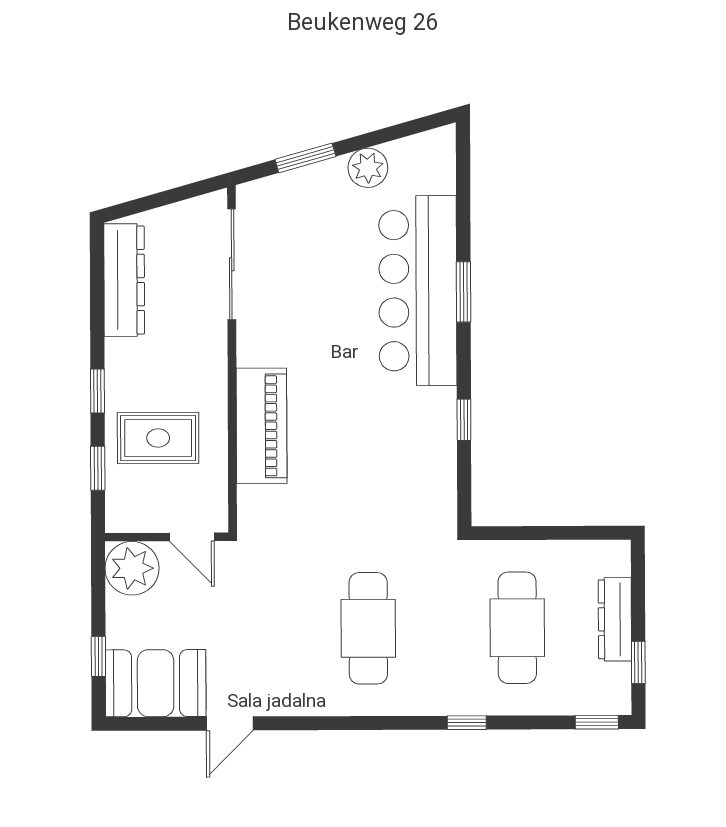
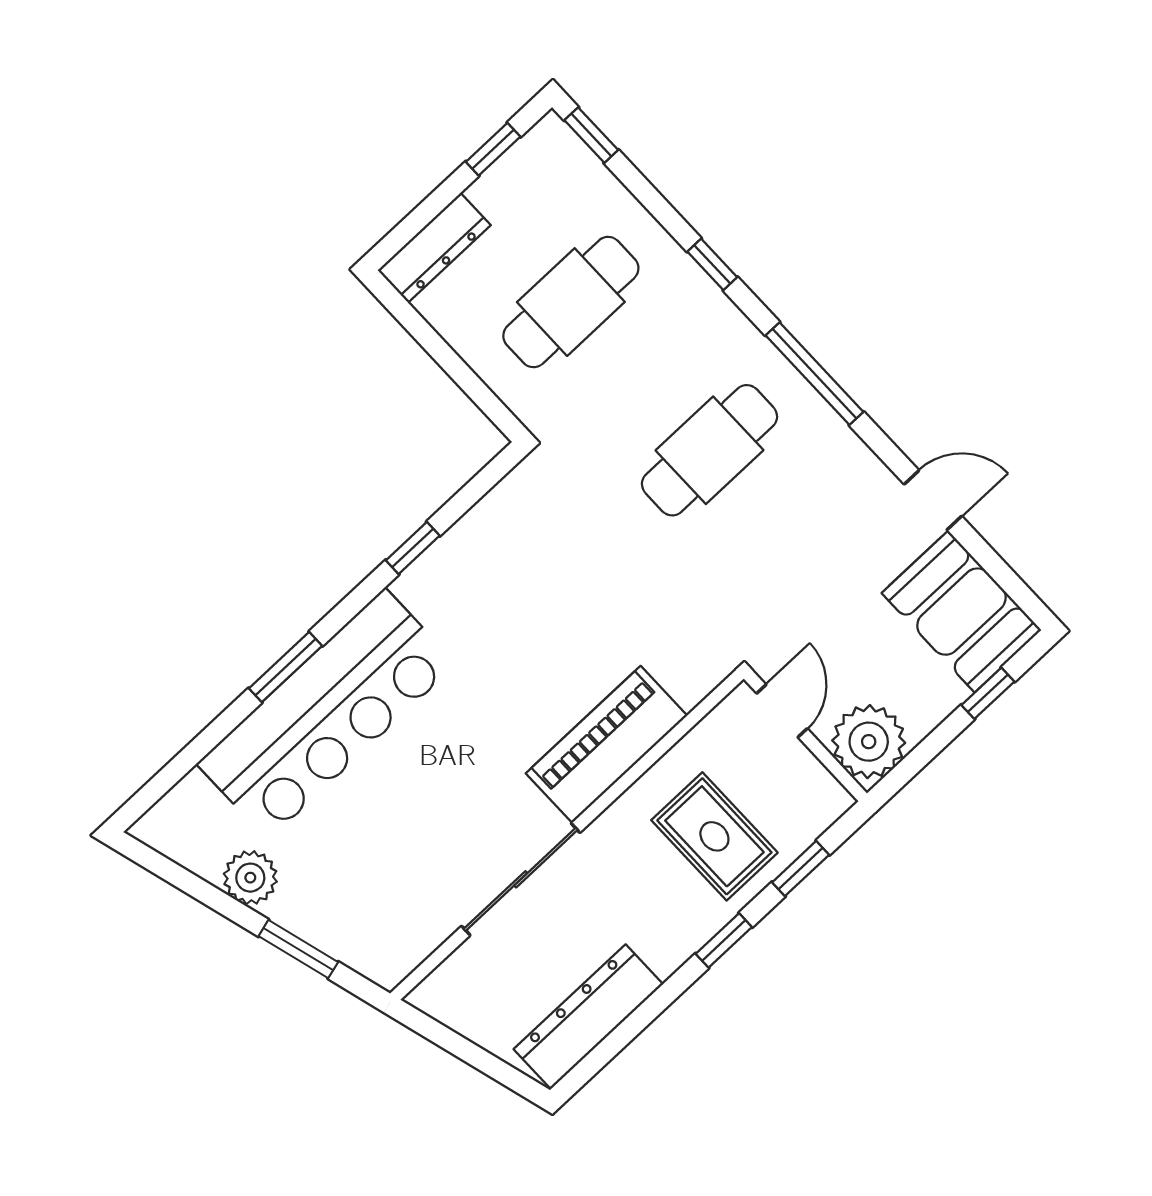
sliding door: (232, 264) -> (521, 879), moved
dresser: (615, 619) -> (434, 248), moved
window: (357, 723) -> (814, 374), added

